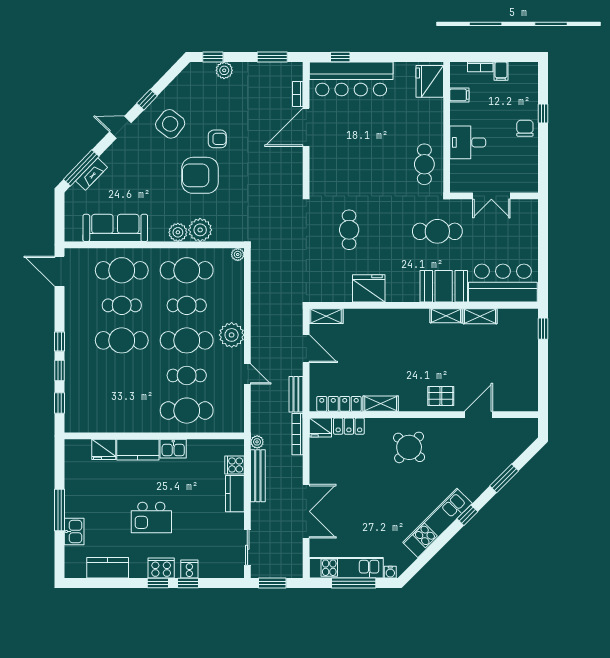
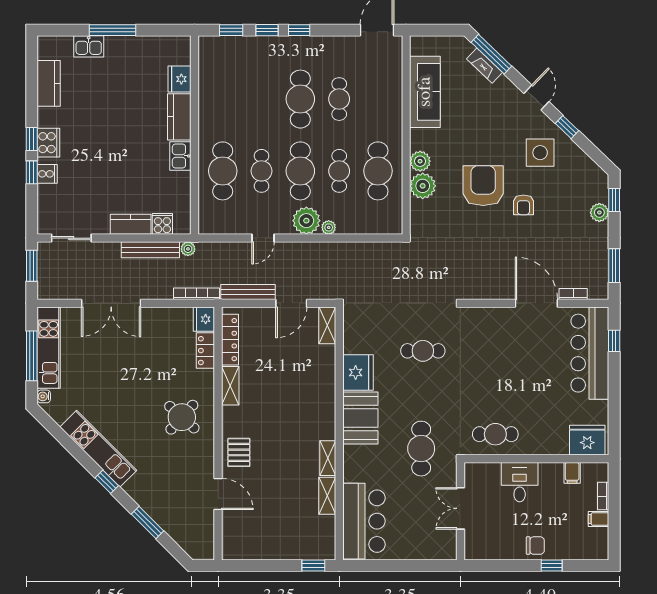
side table: (170, 124) -> (540, 153), turned -38
plant: (238, 254) -> (329, 227), moved
cafe table: (122, 270) -> (378, 99), removed
booth: (444, 286) -> (360, 418), moved
bench: (296, 394) -> (248, 292), width x1.36
kitchen island: (151, 517) -> (104, 132), removed

